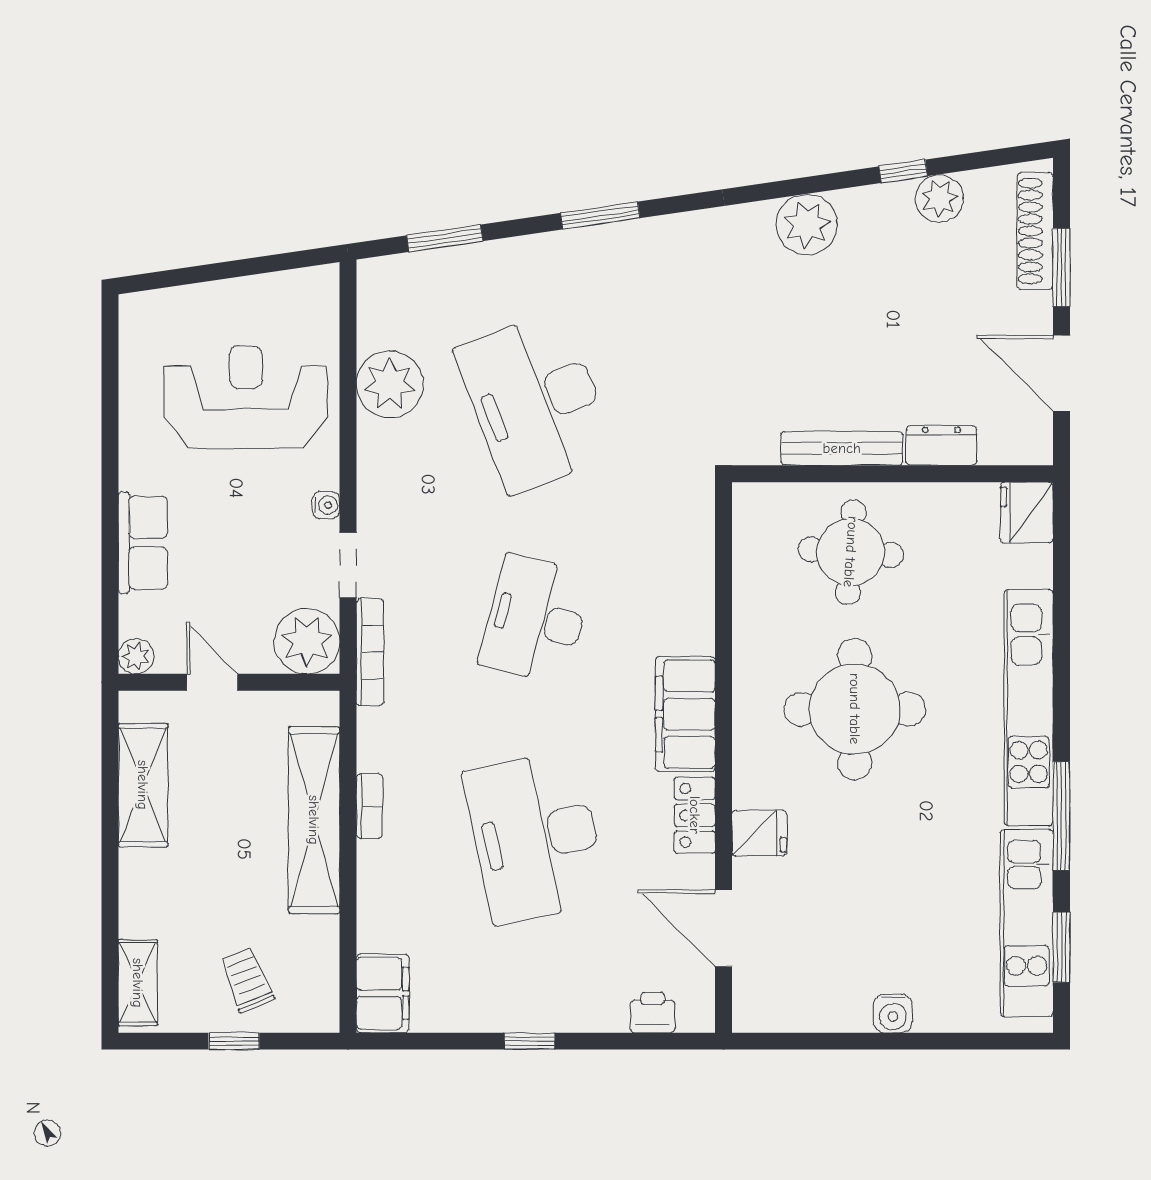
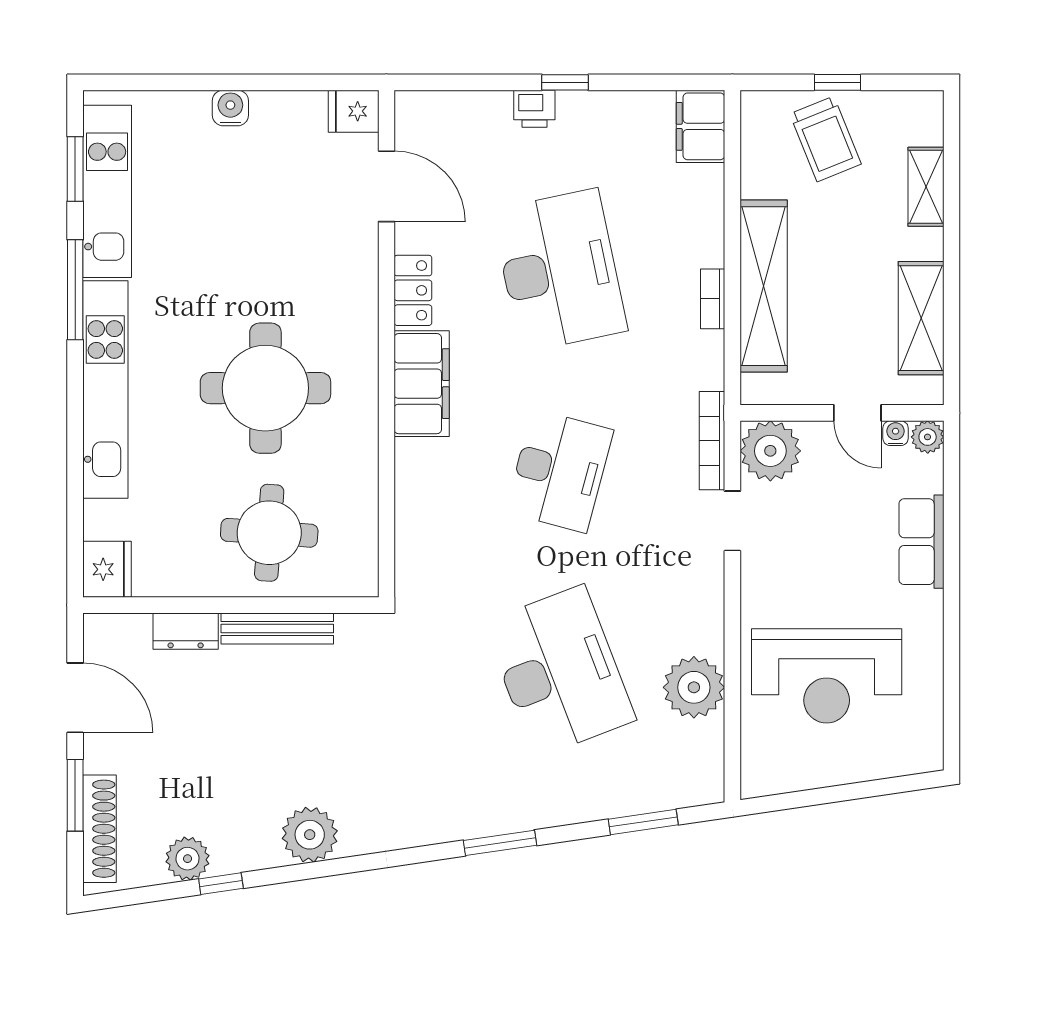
water cooler: (326, 505) -> (896, 433), moved, turned 90
fridge: (759, 833) -> (354, 111), moved
trolley: (247, 980) -> (825, 139), width x1.36, depth x1.39
shelving: (138, 983) -> (926, 187), moved
printer: (653, 1013) -> (534, 109), moved

